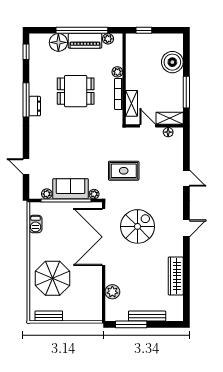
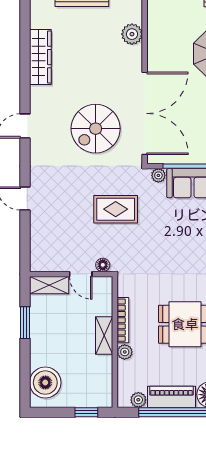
boiler: (172, 62) -> (45, 383), moved
window: (186, 92) -> (25, 323), width x0.69
shelving: (132, 103) -> (104, 336), moved
floor lamp: (168, 132) -> (103, 265), moved

